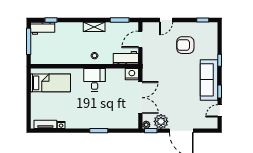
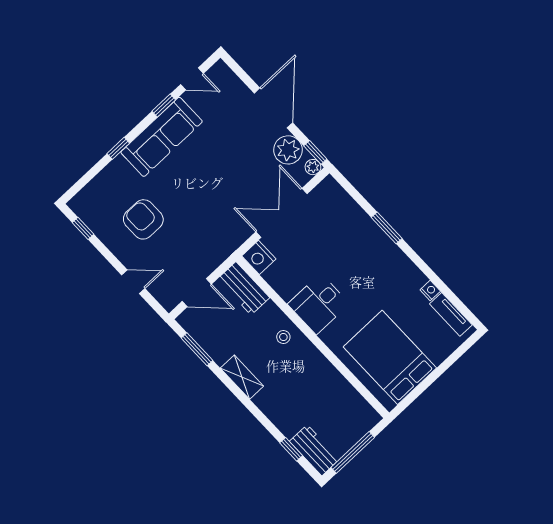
armchair: (185, 45) -> (143, 219), turned 180
bed: (51, 83) -> (390, 357), width x1.50

